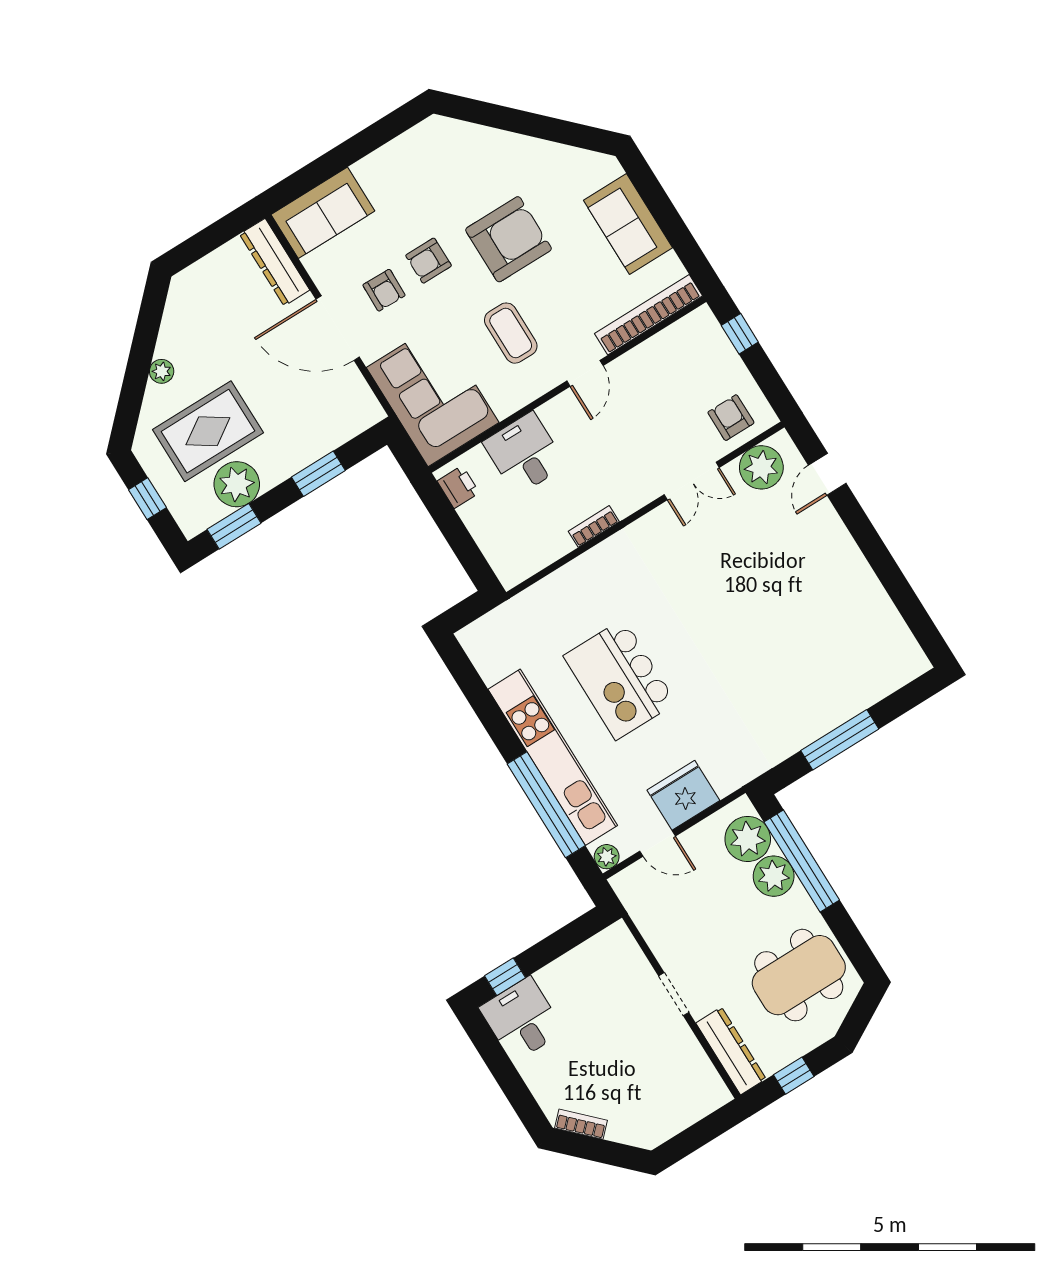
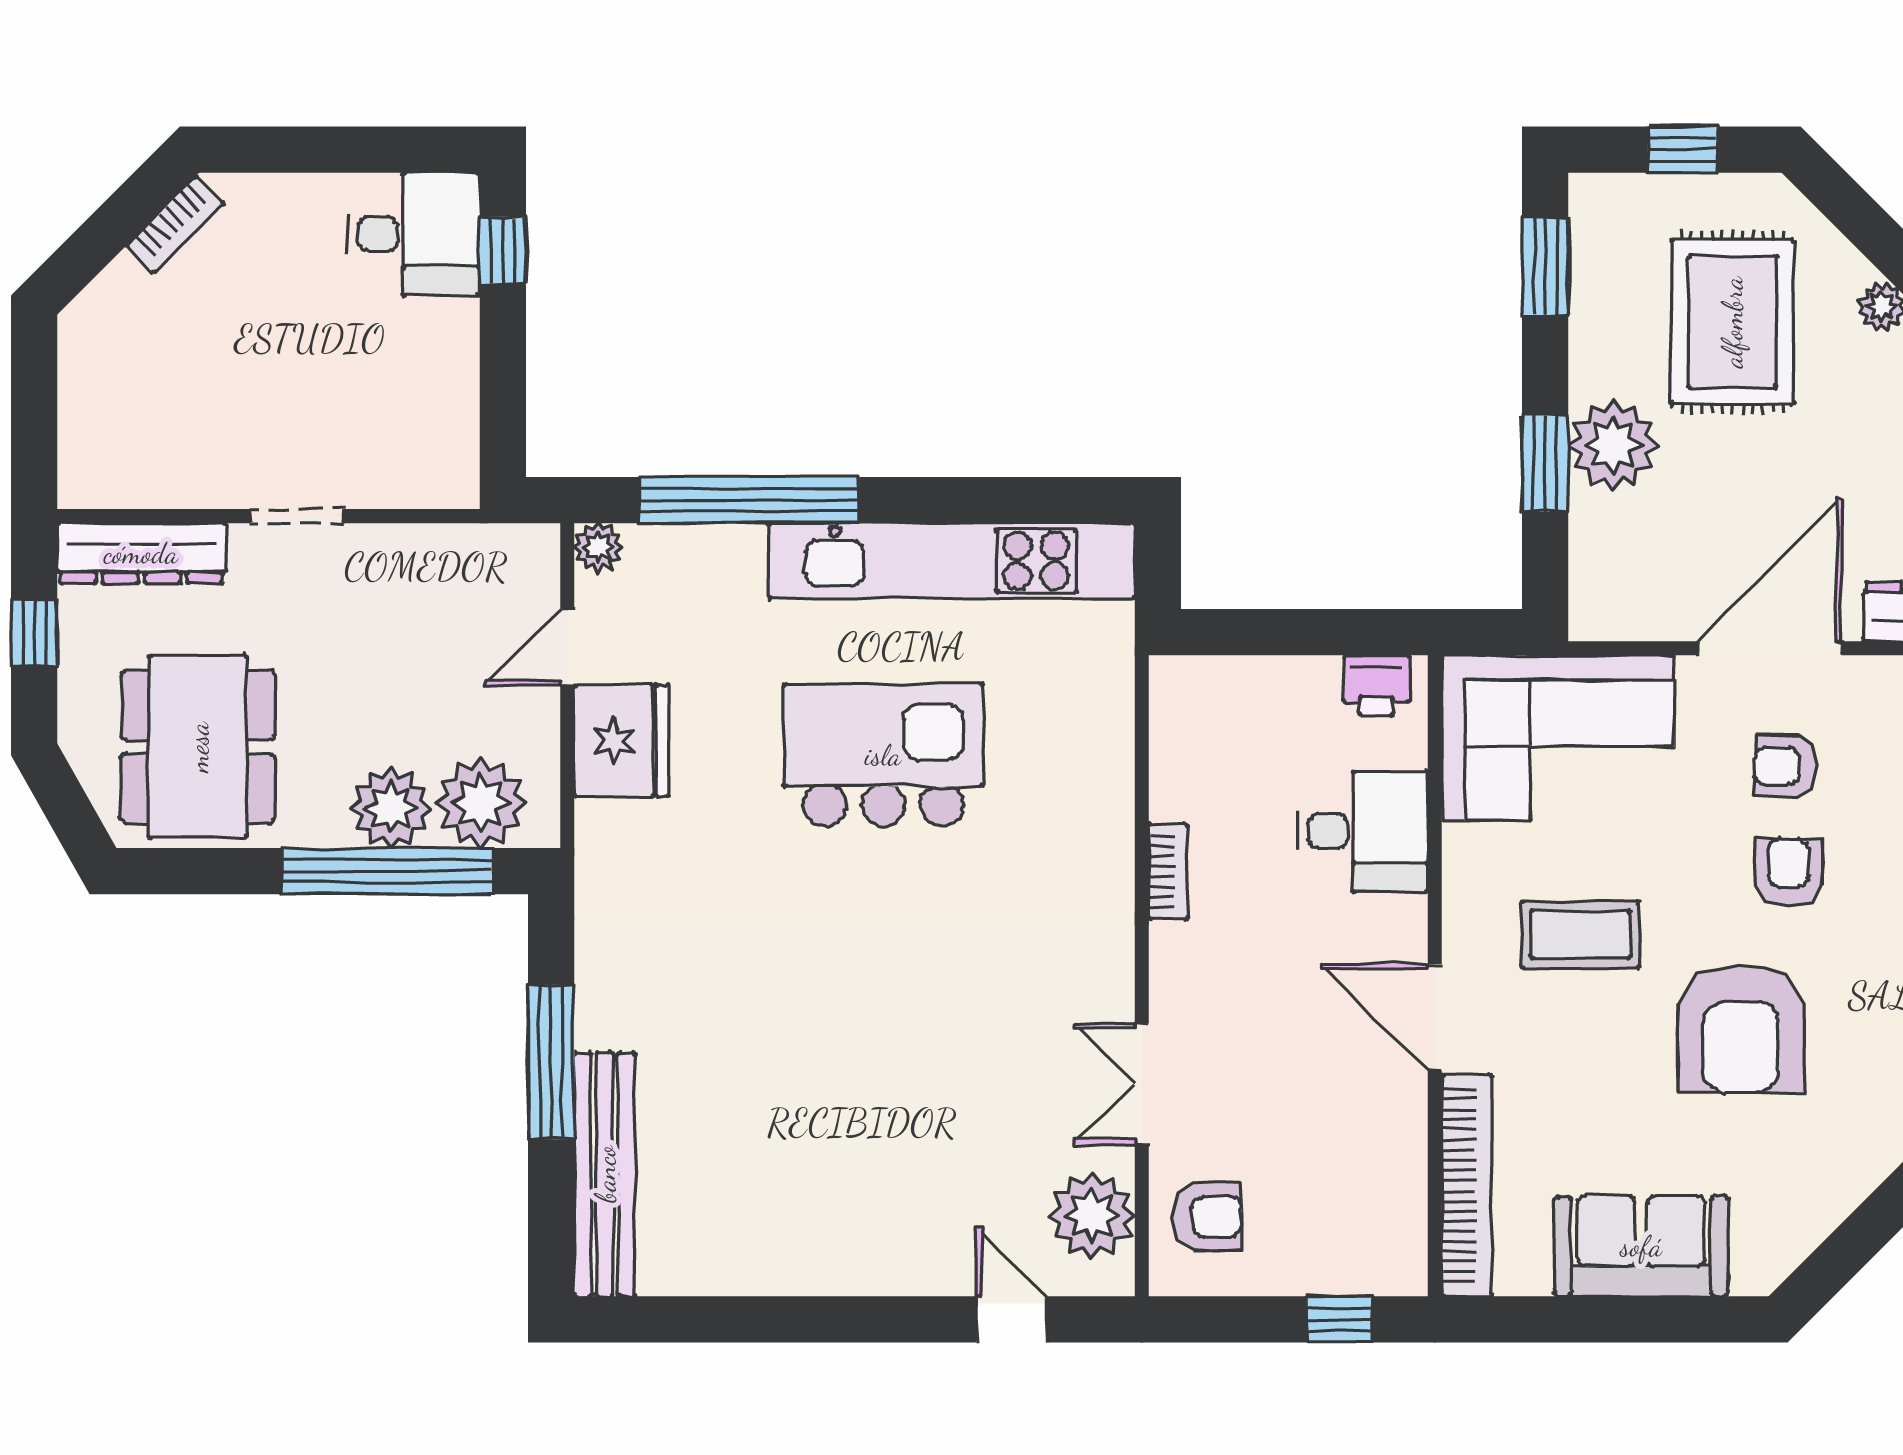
door: (585, 373) -> (1435, 1017), width x1.38
plant: (237, 484) -> (1613, 445), moved
bench: (874, 687) -> (605, 1174), added
kitchen unit: (553, 757) -> (952, 561), moved

